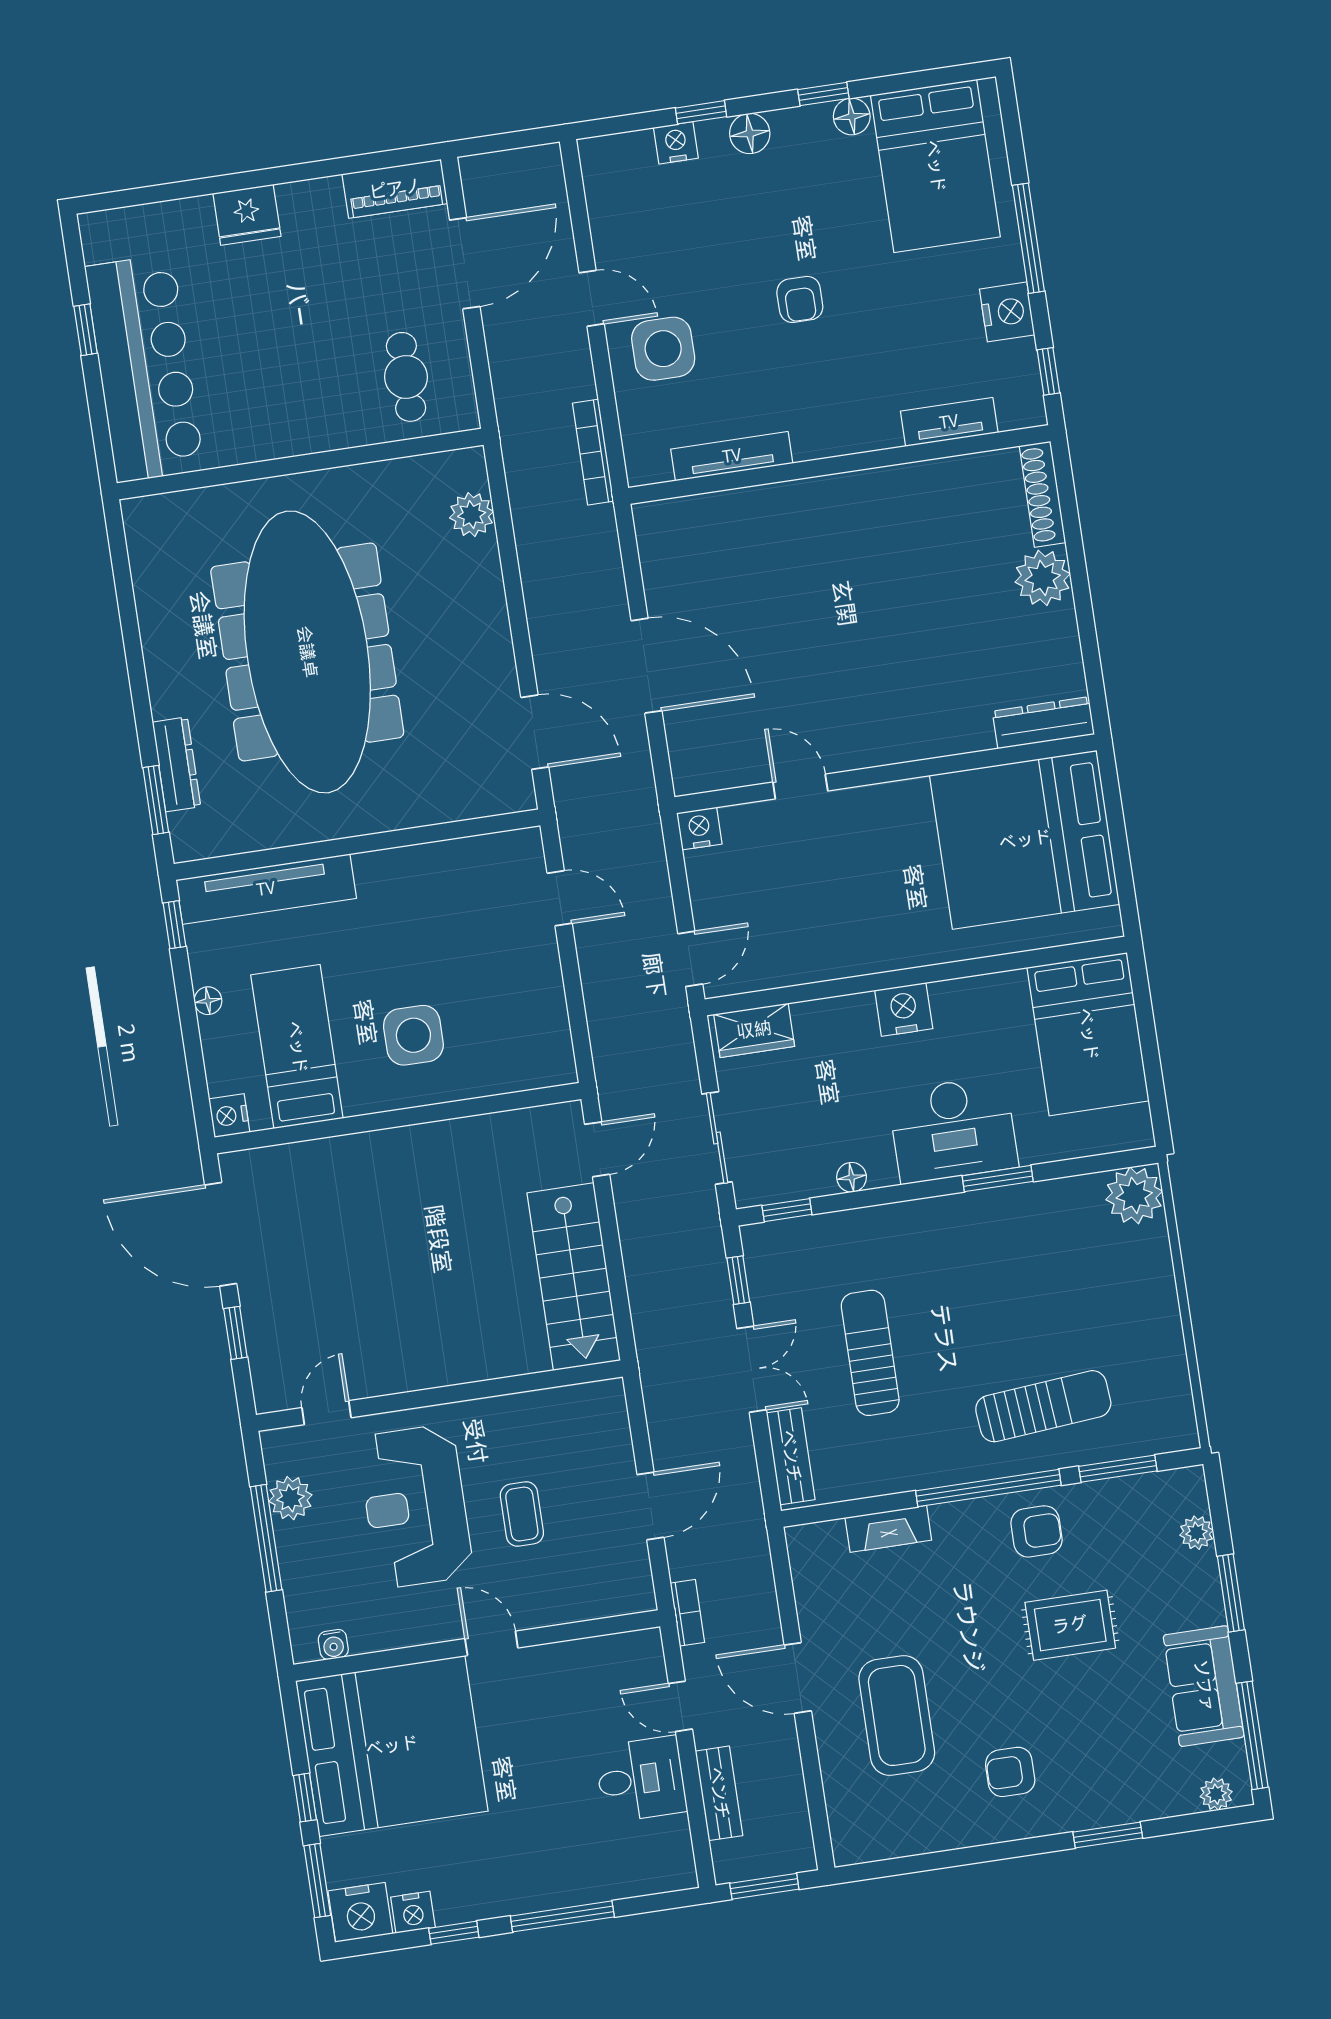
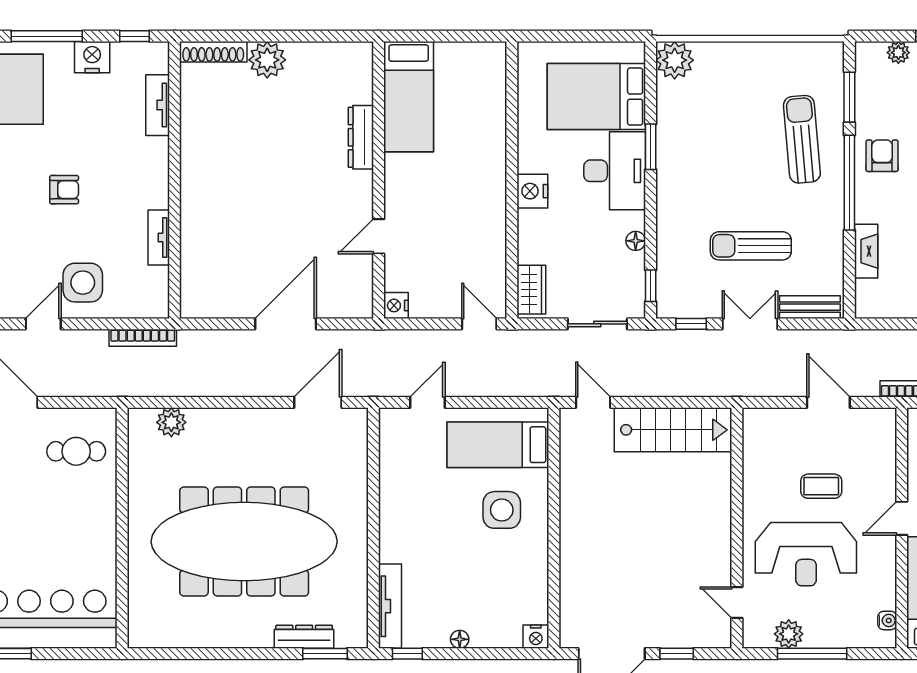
tv unit: (732, 456) -> (159, 237), width x0.71
dresser: (1043, 723) -> (361, 137), moved
bed: (1025, 840) -> (409, 97), width x0.49
tv unit: (266, 889) -> (390, 606), width x0.73, depth x0.78
bed: (1088, 1034) -> (596, 97), moved, turned 180
bed: (297, 1047) -> (498, 445), moved

